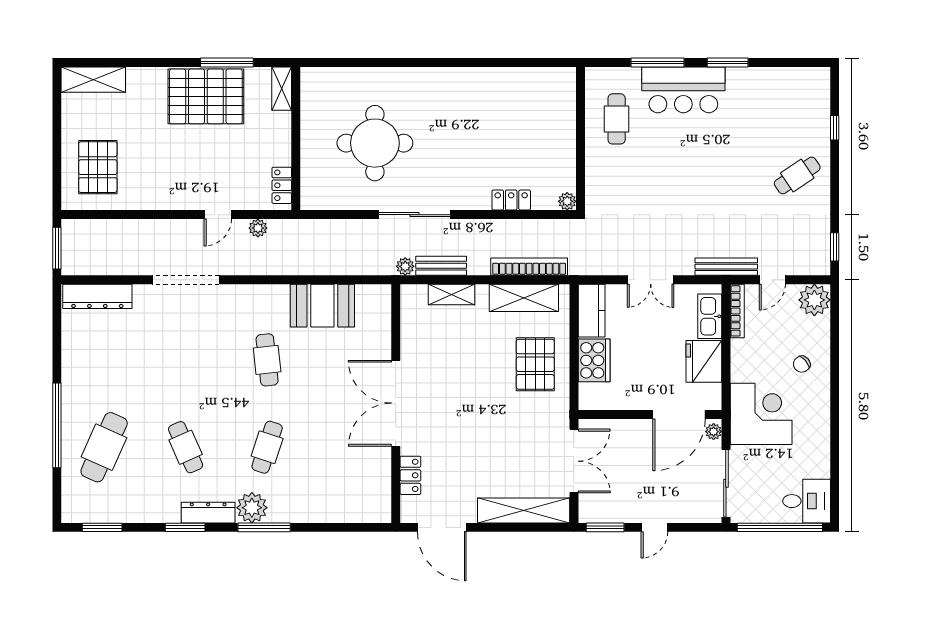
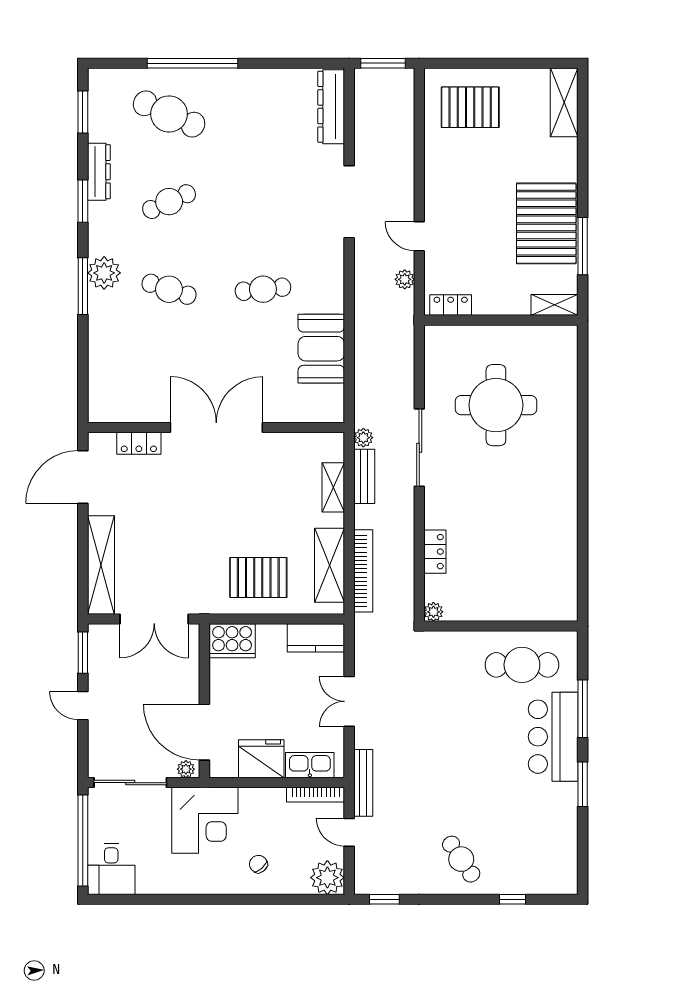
cafe table: (617, 119) -> (522, 665), width x1.37, depth x1.35
cooker: (594, 360) -> (232, 641), moved
dresser: (208, 513) -> (99, 172), moved

